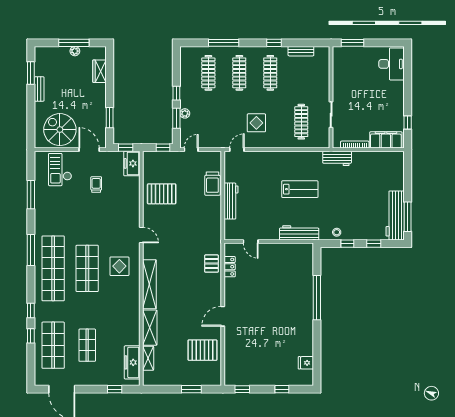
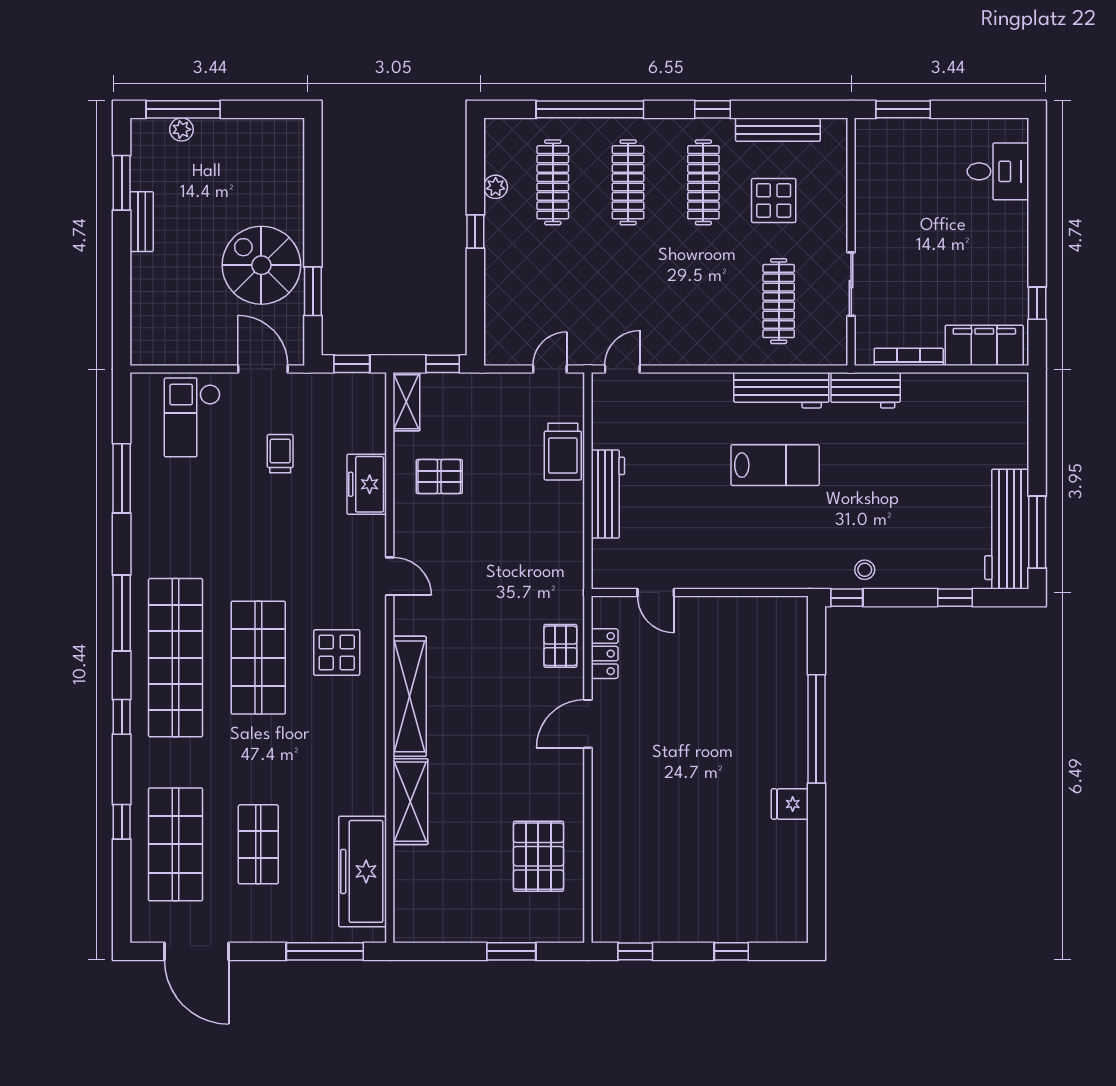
window: (74, 43) -> (183, 109), moved
window: (224, 43) -> (590, 109), width x1.46
plant: (75, 51) -> (181, 129), moved
bench: (301, 51) -> (778, 130), width x1.36
desk: (392, 64) -> (998, 171), width x0.73
wardrobe: (100, 71) -> (288, 178), removed
plant: (185, 113) -> (496, 187), moved
window: (176, 118) -> (475, 293), removed
display table: (256, 123) -> (774, 200), moved
spiral stairs: (60, 130) -> (261, 265), moved
door: (191, 150) -> (550, 369), moved
freezer: (132, 163) -> (367, 484), moved
pallet: (162, 194) -> (439, 477), width x0.67, depth x0.71
workbench: (299, 233) -> (781, 390), moved, turned 180
window: (347, 244) -> (847, 598), moved
window: (31, 310) -> (122, 717), moved
door: (223, 316) -> (588, 724), moved
pallet: (202, 350) -> (538, 856), turned 90
shelving: (148, 358) -> (406, 402), moved
freezer: (132, 362) -> (363, 871), width x1.36, depth x1.26
fridge: (306, 363) -> (790, 804), moved
window: (115, 389) -> (325, 951), width x2.17

